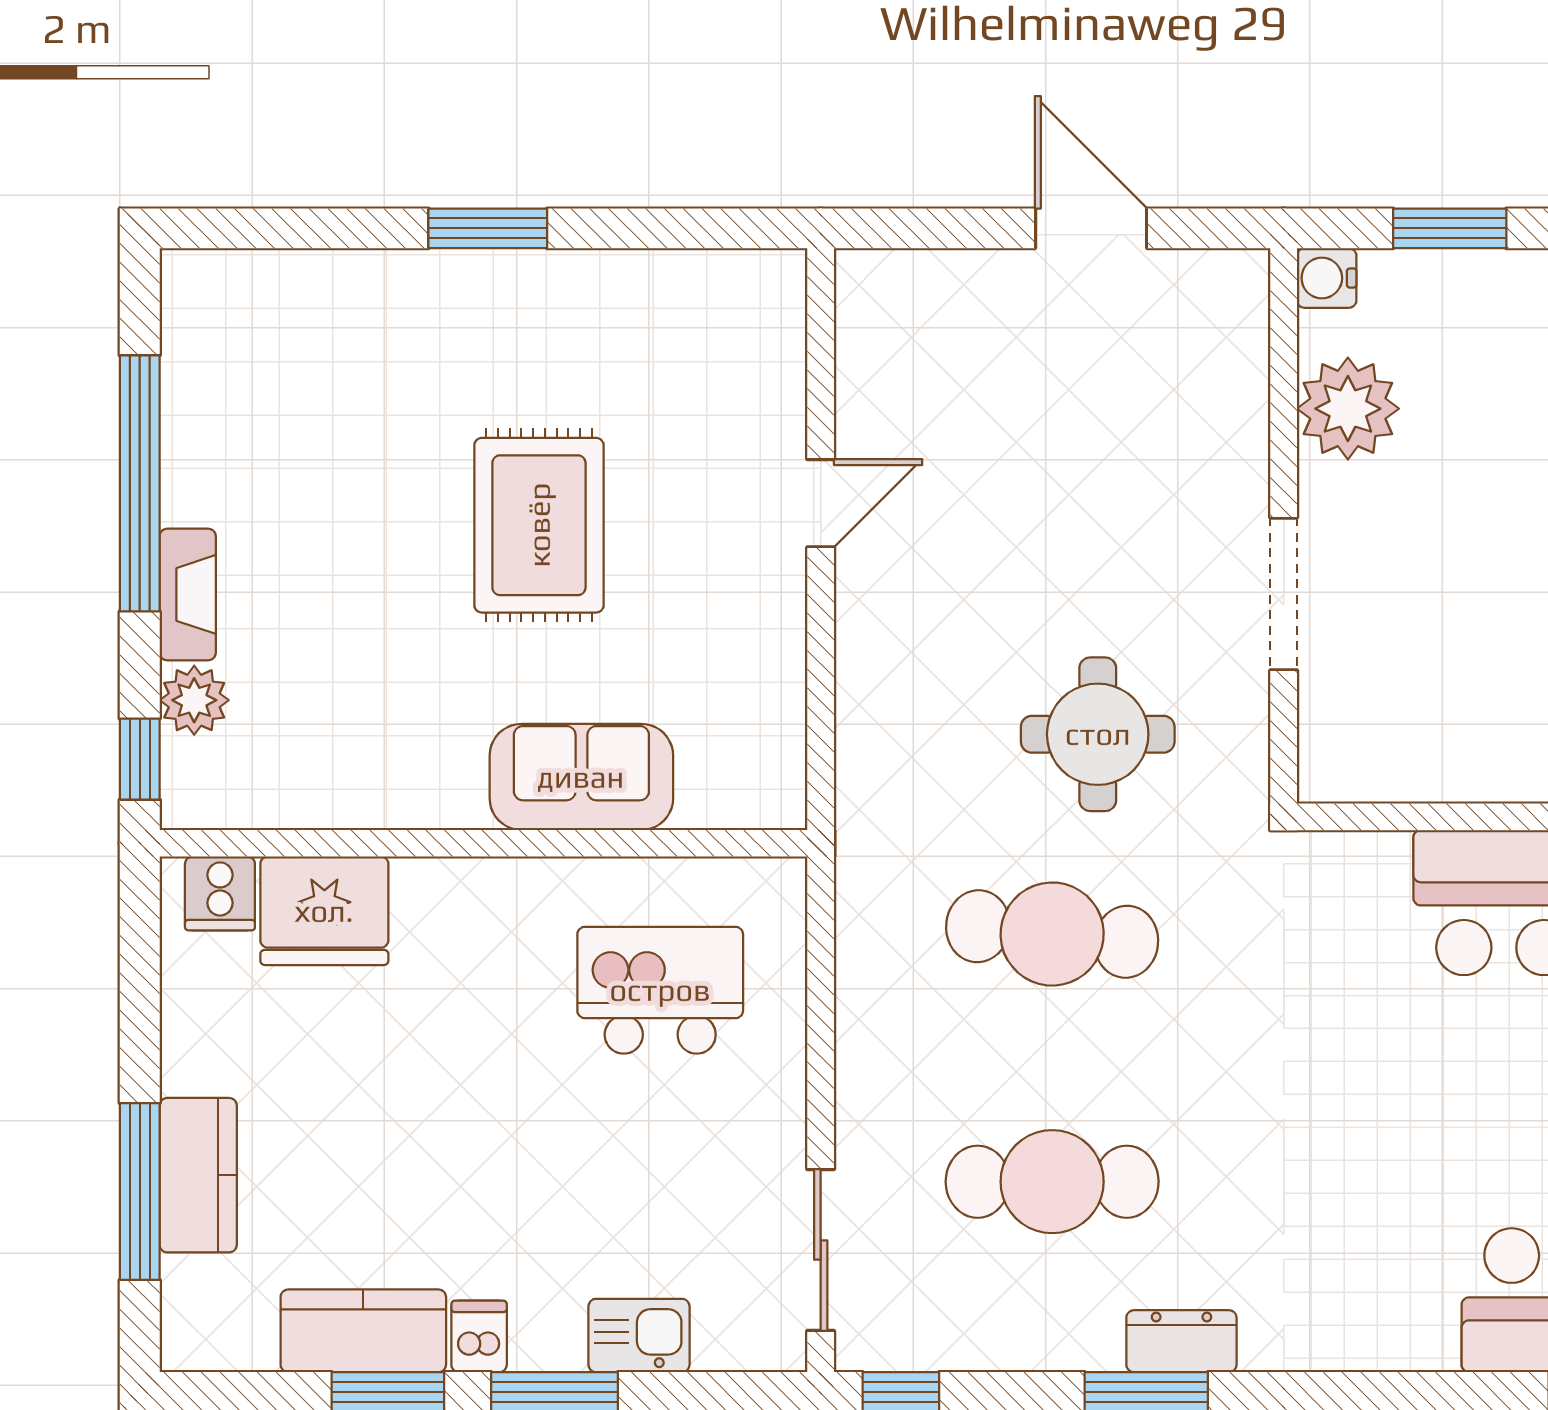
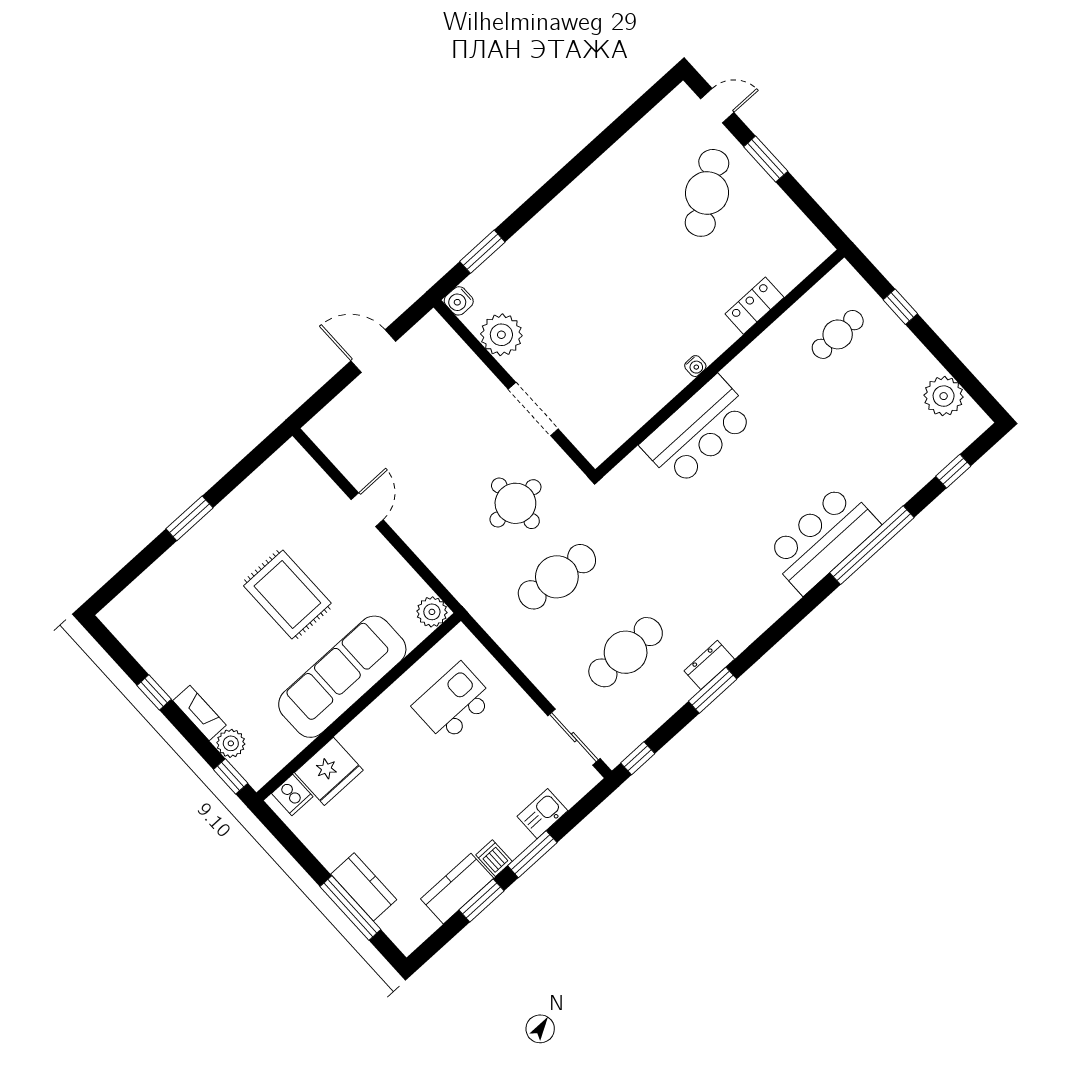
window: (140, 483) -> (154, 692), width x0.32
sofa: (581, 777) -> (342, 677), width x1.85, depth x1.27
plant: (770, 793) -> (432, 612), added

